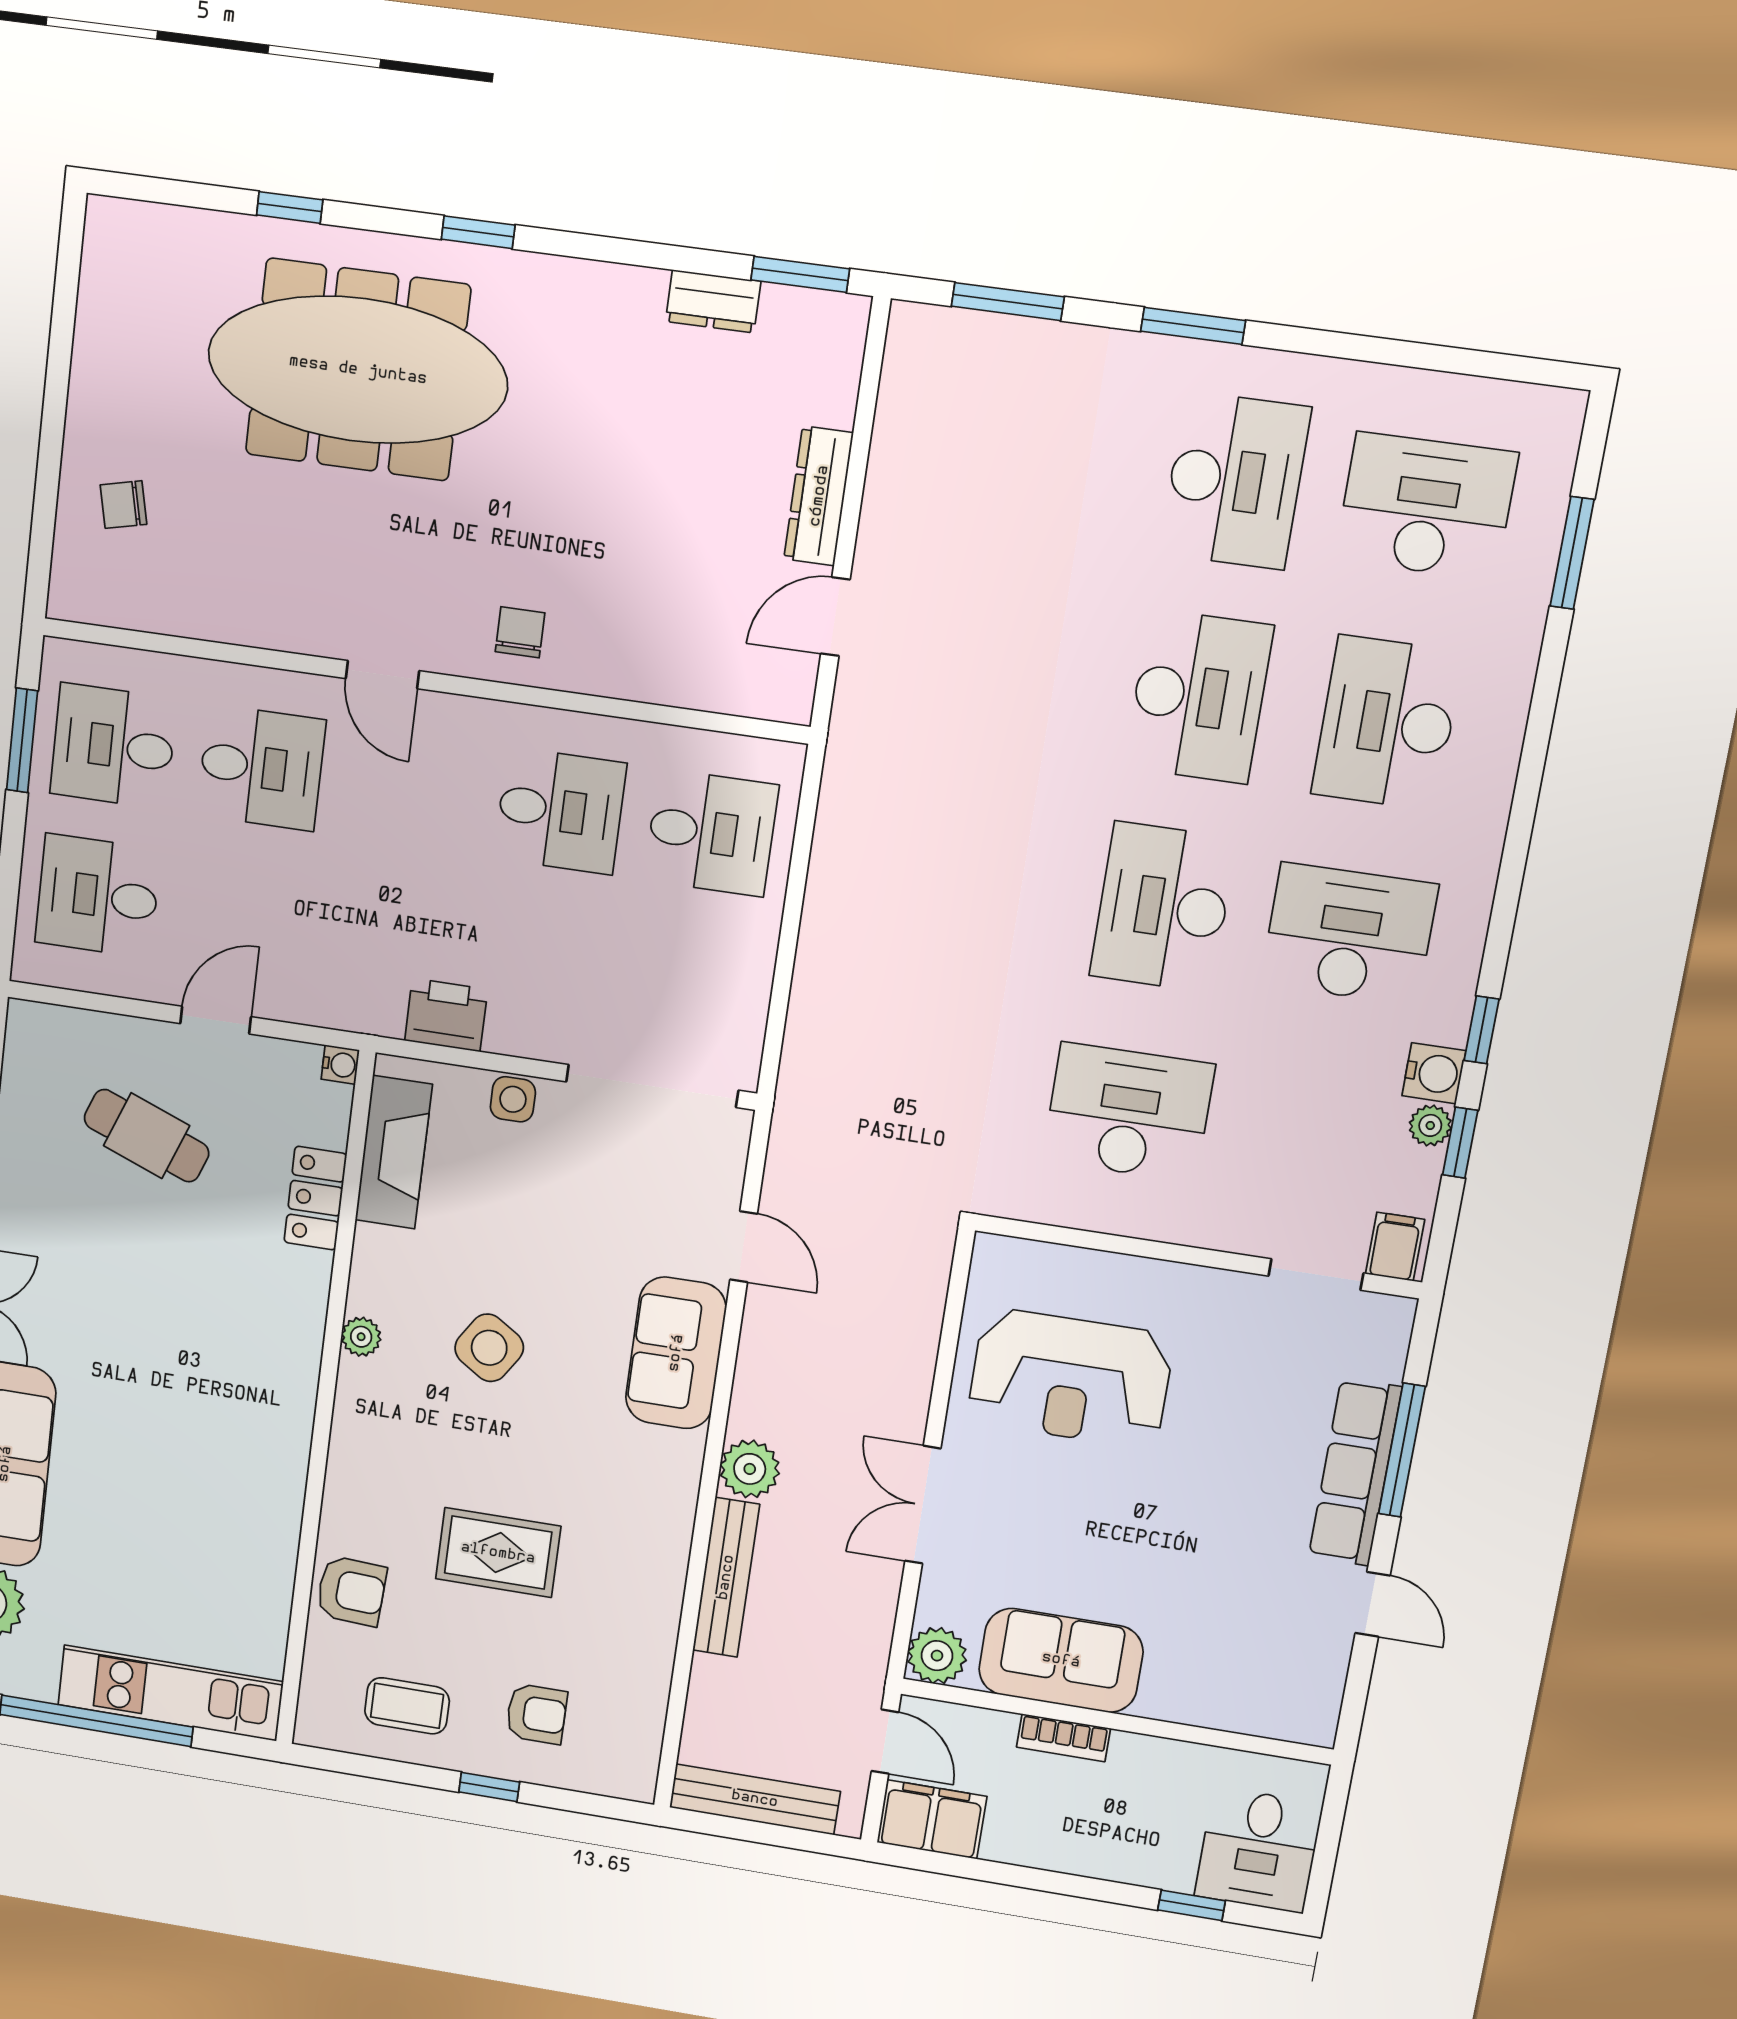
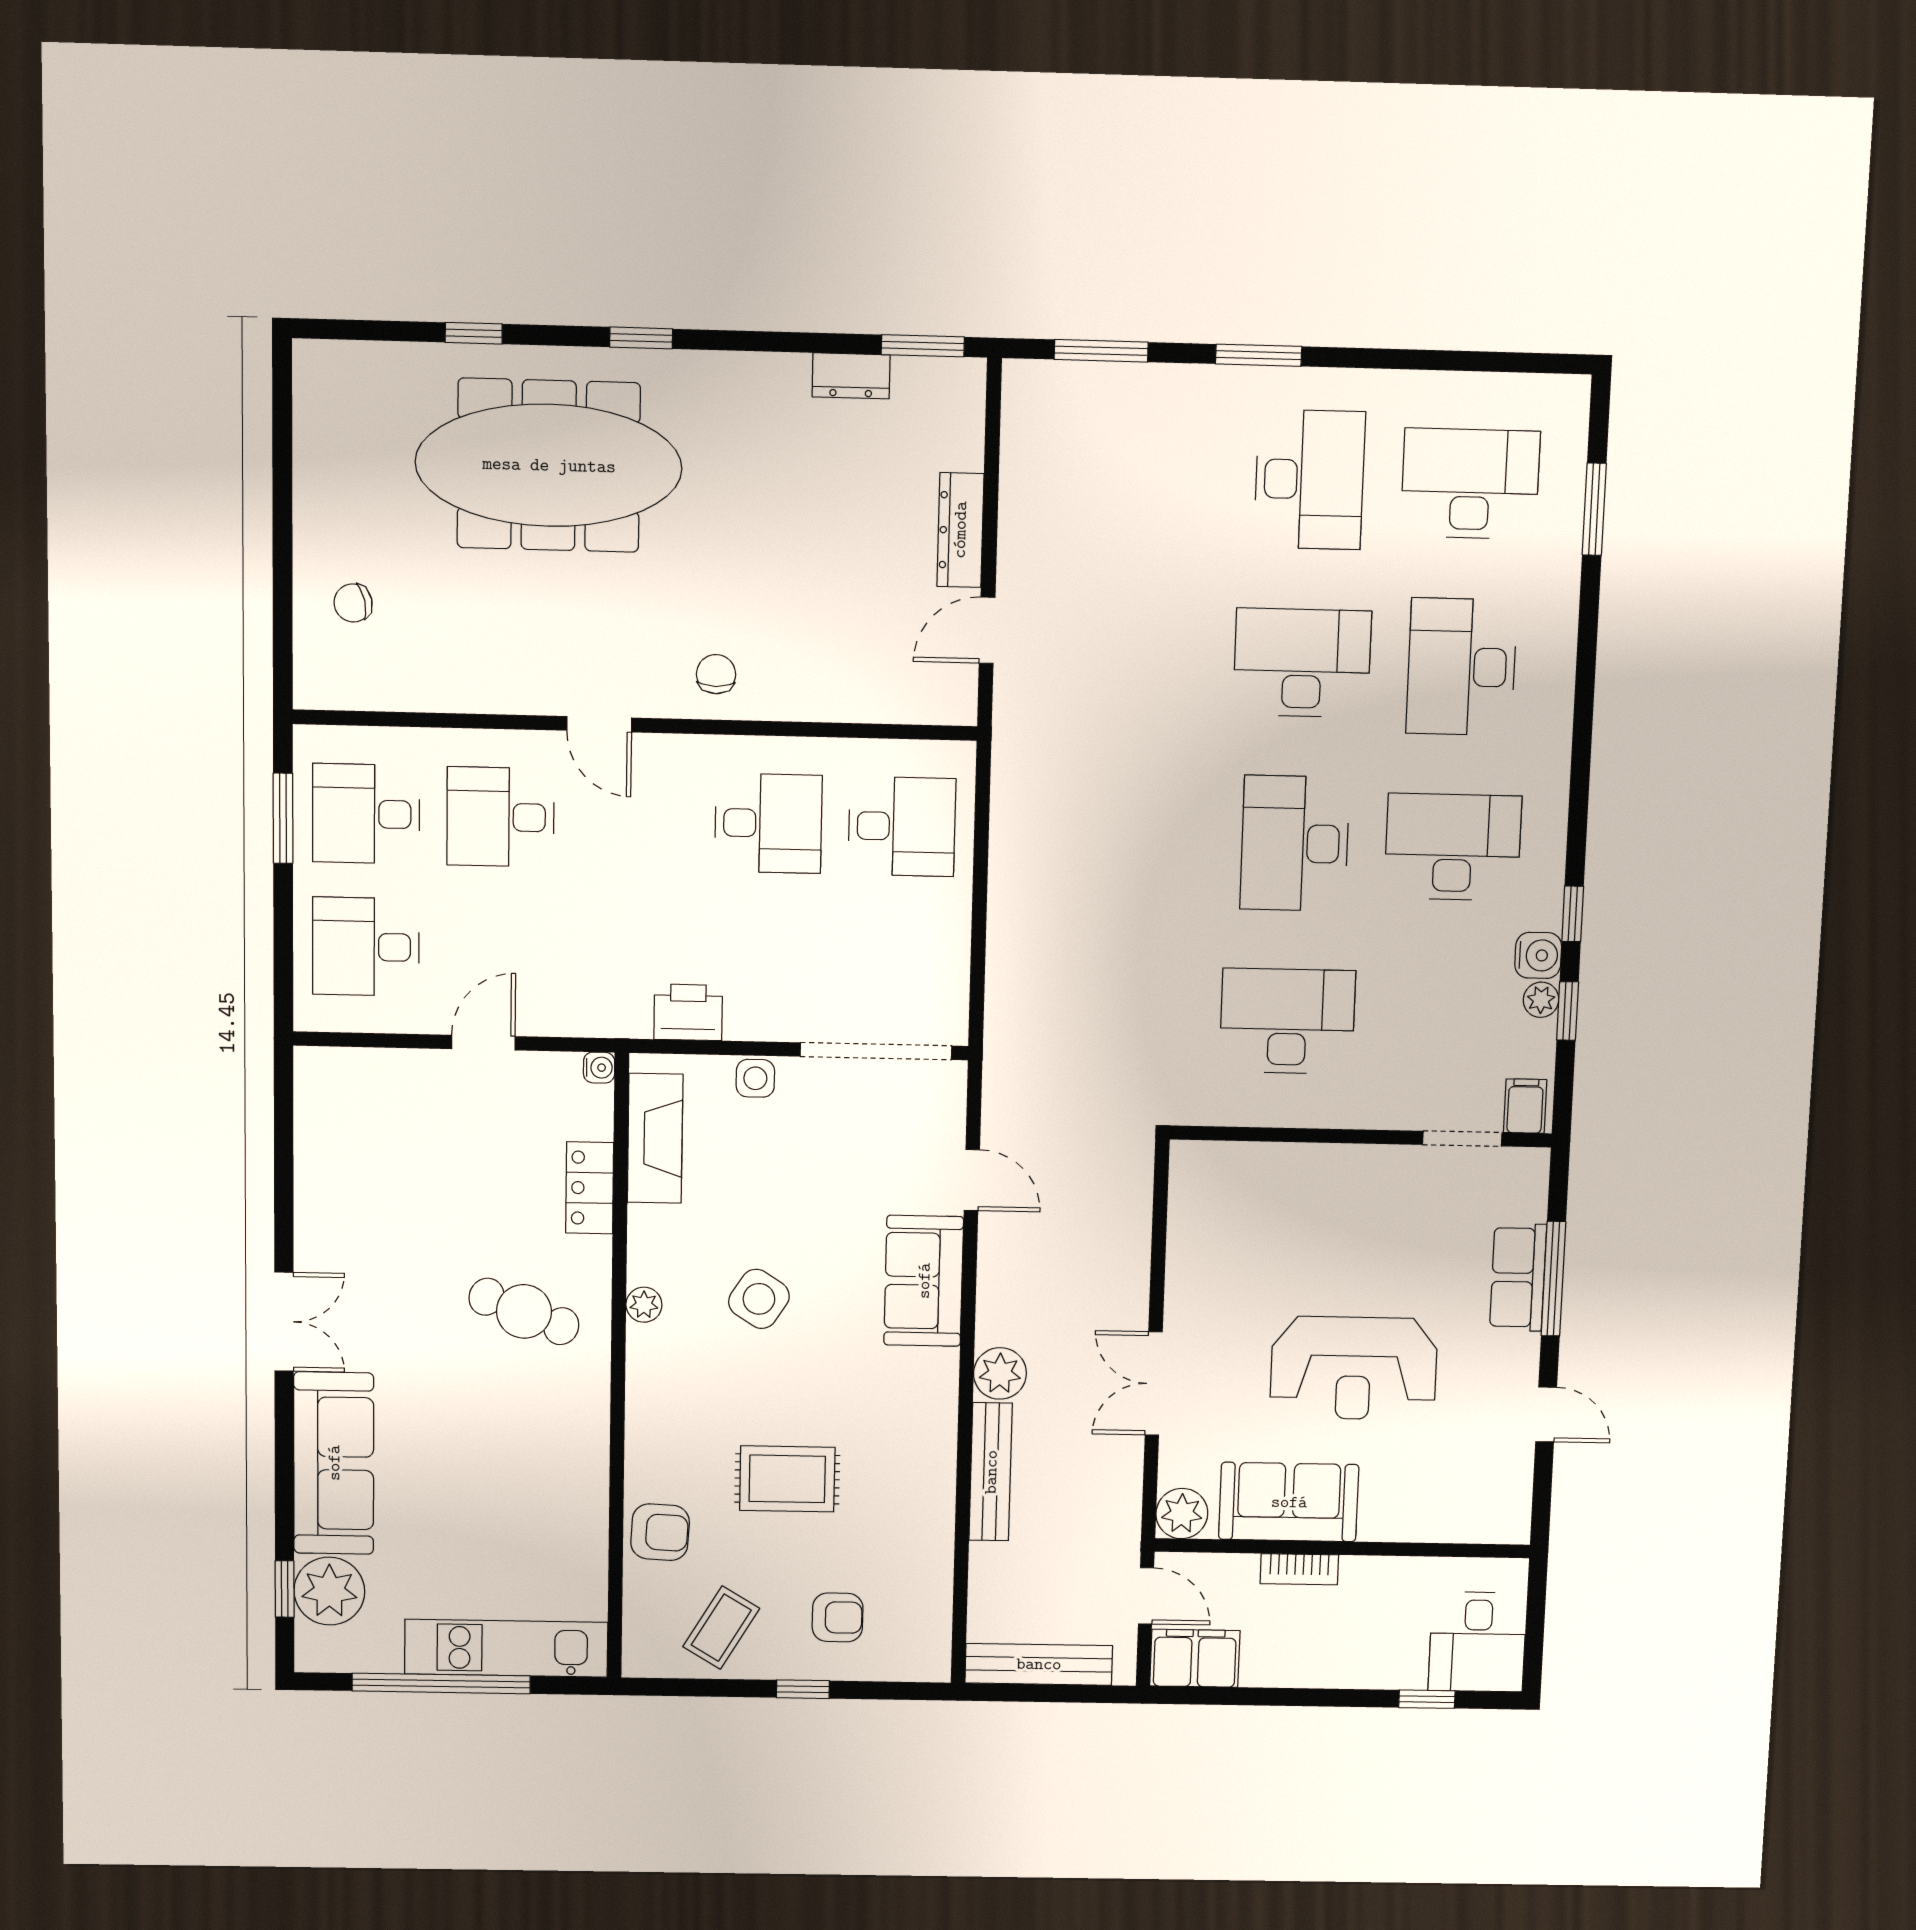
desk: (1199, 697) -> (1302, 663), turned -90
desk: (261, 768) -> (500, 817), turned 180
cafe table: (147, 1136) -> (524, 1311), moved
reception desk: (1070, 1378) -> (1354, 1368), moved
row of seats: (1355, 1472) -> (1518, 1277), width x0.68
coffee table: (407, 1706) -> (721, 1628), turned -59

